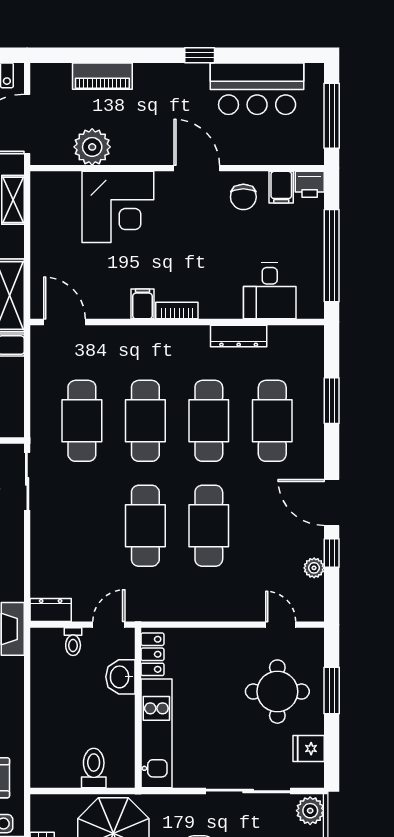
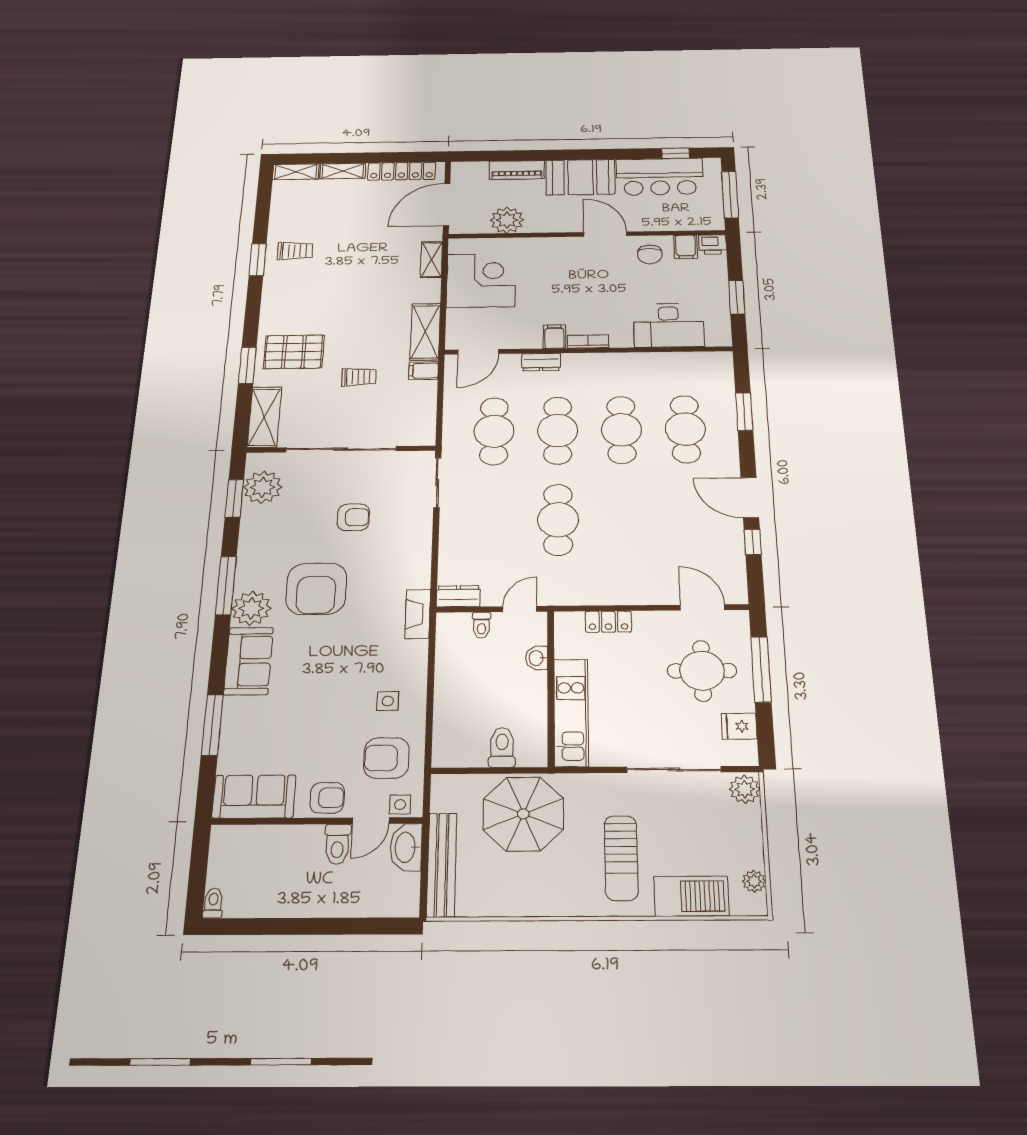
window: (200, 55) -> (676, 153), moved
booth: (171, 88) -> (580, 177), added
corner desk: (118, 207) -> (481, 280), moved, turned -90
window: (332, 256) -> (737, 297), width x0.47
desk: (270, 291) -> (669, 325), width x1.37
door: (64, 322) -> (478, 352), swing flipped
dresser: (239, 336) -> (541, 362), moved, width x0.70
cafe table: (209, 526) -> (624, 519), removed
plant: (314, 568) -> (735, 555), removed
door: (281, 625) -> (703, 607), width x1.38
locker: (152, 654) -> (608, 622), moved, turned 90
washbasin: (120, 677) -> (537, 658), width x0.72, depth x0.69
window: (332, 690) -> (761, 669), width x1.44

